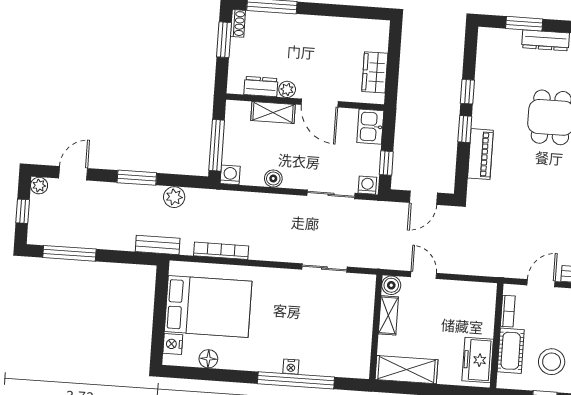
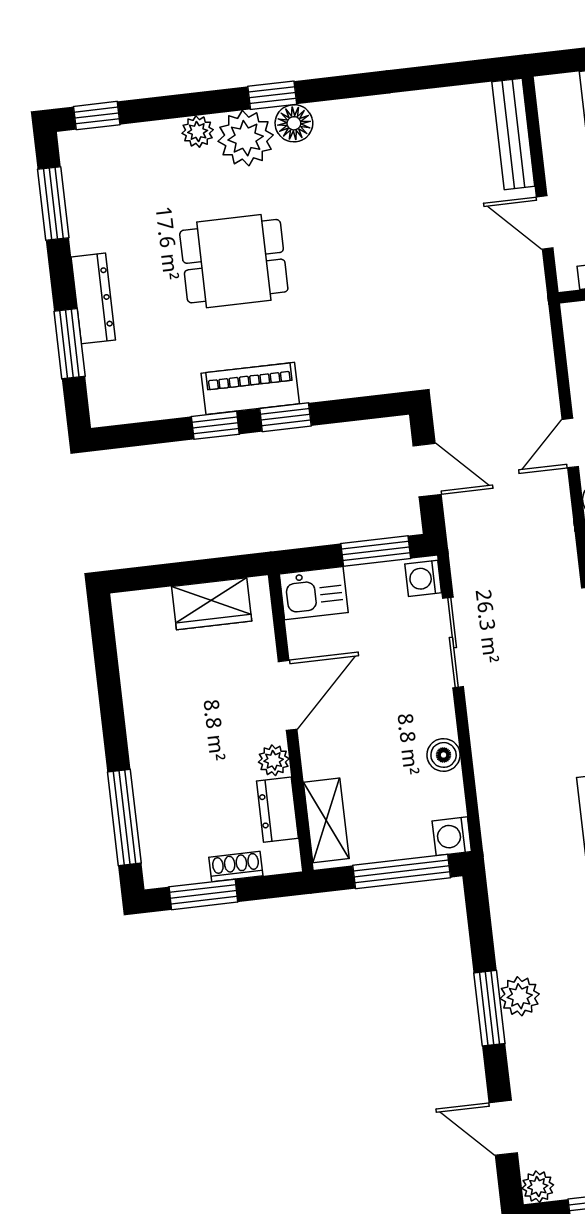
shoe rack: (238, 23) -> (236, 866), moved
shelving: (273, 113) -> (326, 820), moved
piano: (480, 154) -> (250, 388), moved
window: (386, 163) -> (376, 551), width x1.50
plant: (174, 197) -> (520, 996), moved

